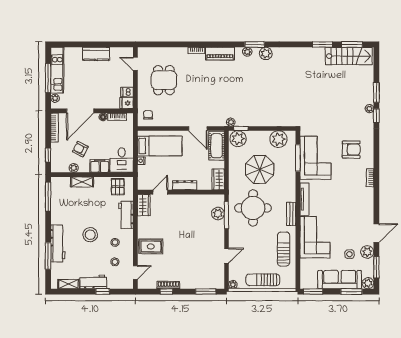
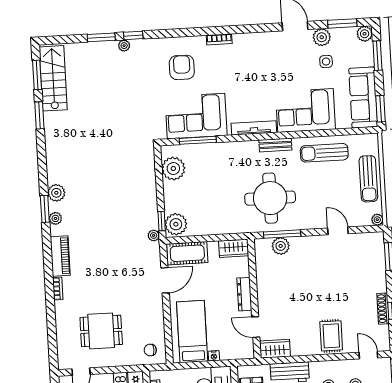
parasol: (260, 169) -> (216, 192), removed
sofa: (340, 280) -> (363, 98), moved

